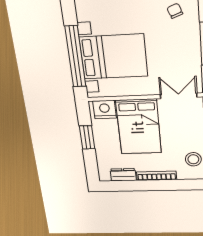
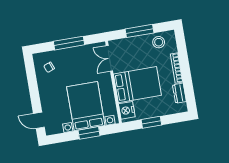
window: (75, 57) -> (89, 133), width x0.47

